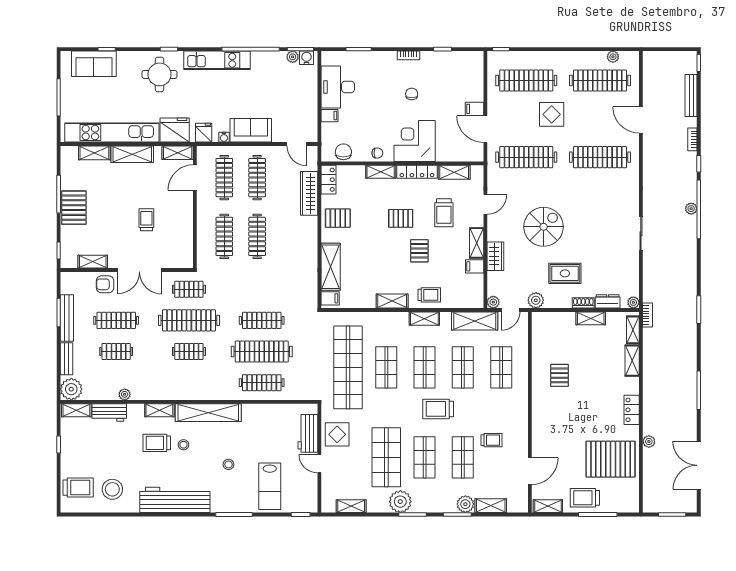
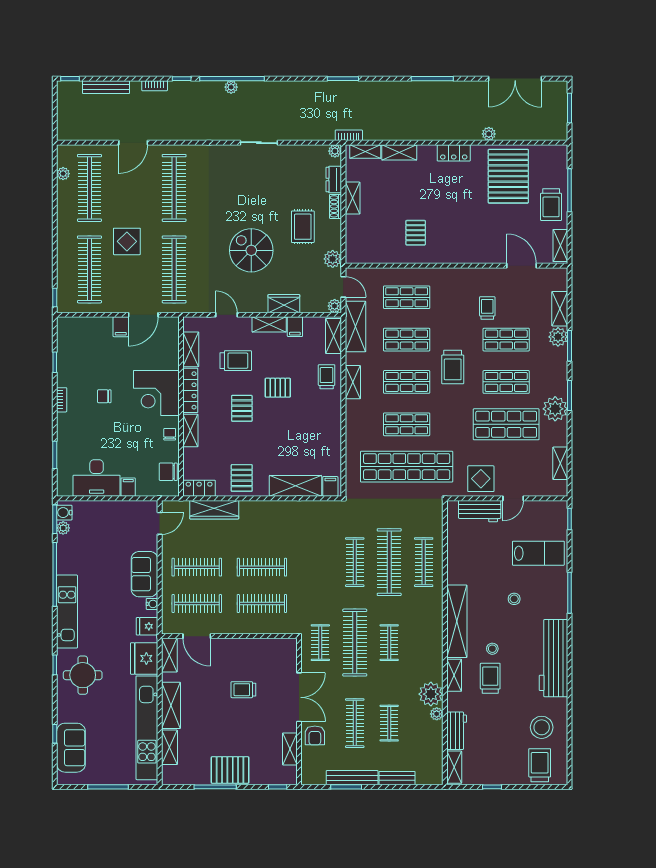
shelving: (392, 301) -> (333, 336), moved
pallet: (560, 375) -> (416, 233), turned 90
plant: (71, 389) -> (431, 694), moved
trolley: (157, 443) -> (490, 678), turned 180

